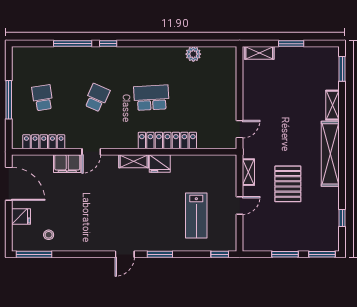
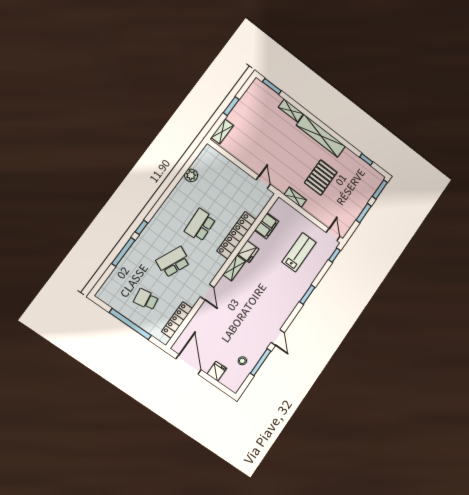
school desk: (97, 98) -> (173, 262), width x1.85
window: (9, 100) -> (130, 324), width x1.46
filing cabinet: (67, 164) -> (267, 226), moved
door: (9, 184) -> (189, 364), hinge flipped
pallet: (288, 184) -> (321, 178), turned 90
door: (240, 206) -> (333, 235), moved
lab bench: (196, 215) -> (299, 252), turned -90
window: (34, 254) -> (261, 362), moved
door: (125, 254) -> (278, 337), moved

